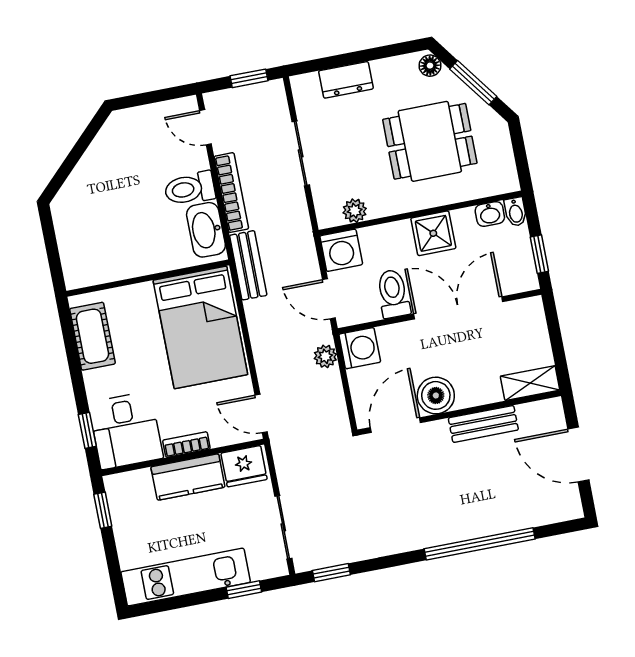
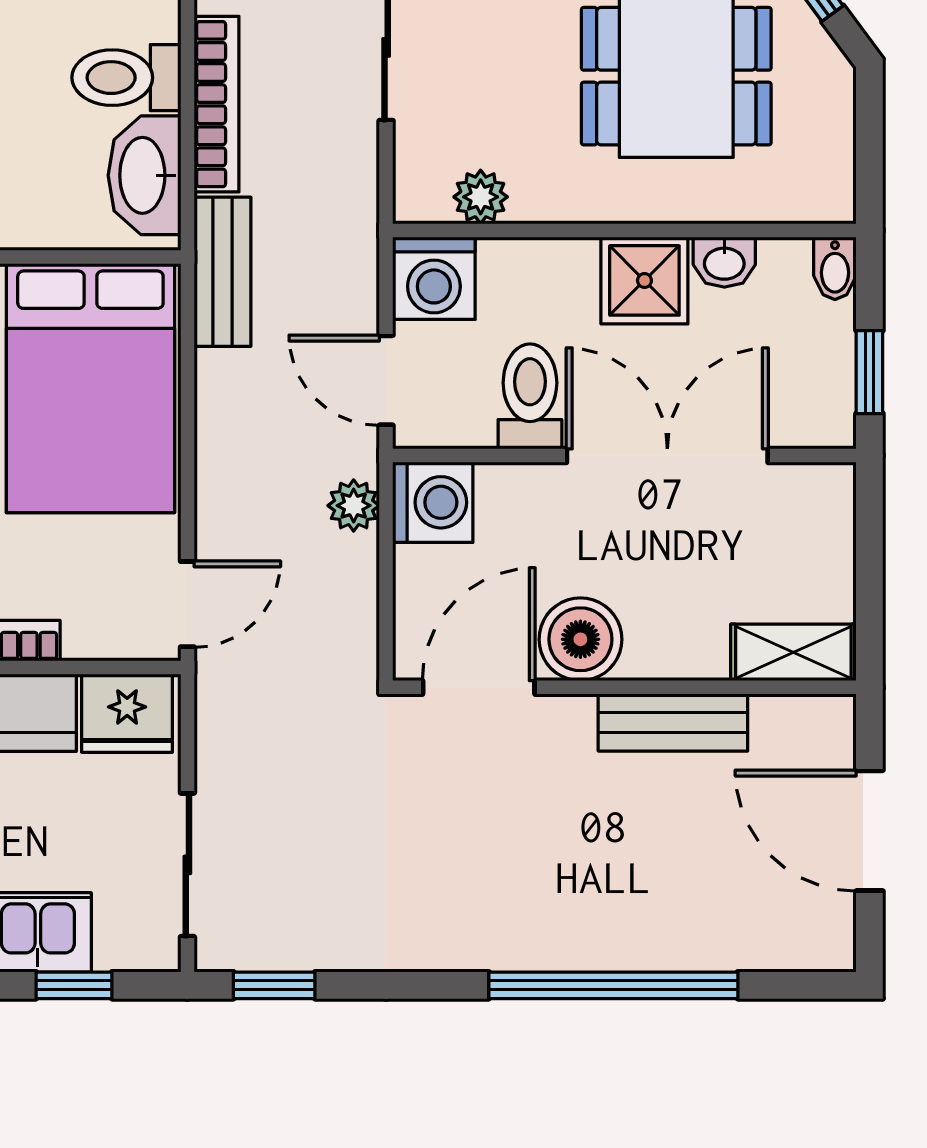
washbasin: (490, 214) -> (724, 262), moved
door: (261, 414) -> (187, 604), swing flipped

